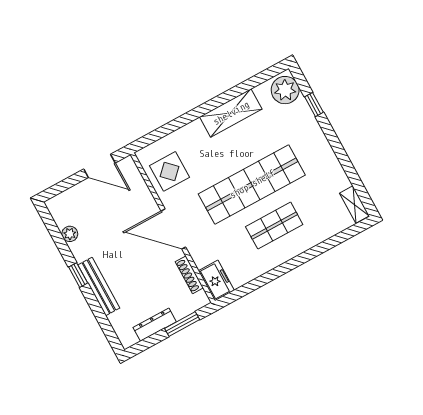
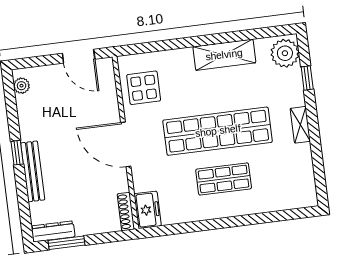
shelving: (354, 205) -> (300, 125), moved
plant: (70, 234) -> (22, 86), moved
shoe rack: (189, 275) -> (126, 212), moved
window: (182, 324) -> (67, 243), moved
dresser: (155, 325) -> (53, 231), moved

